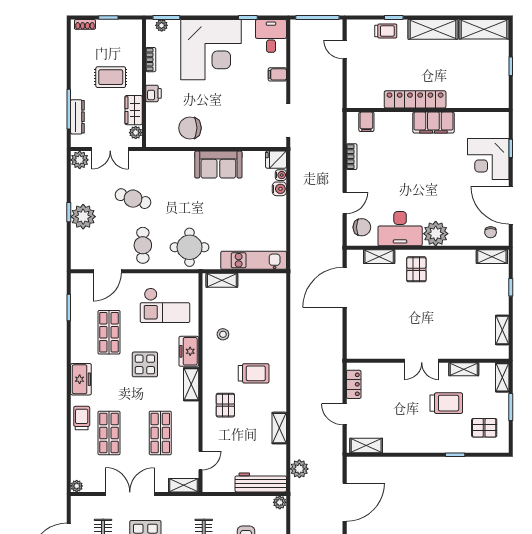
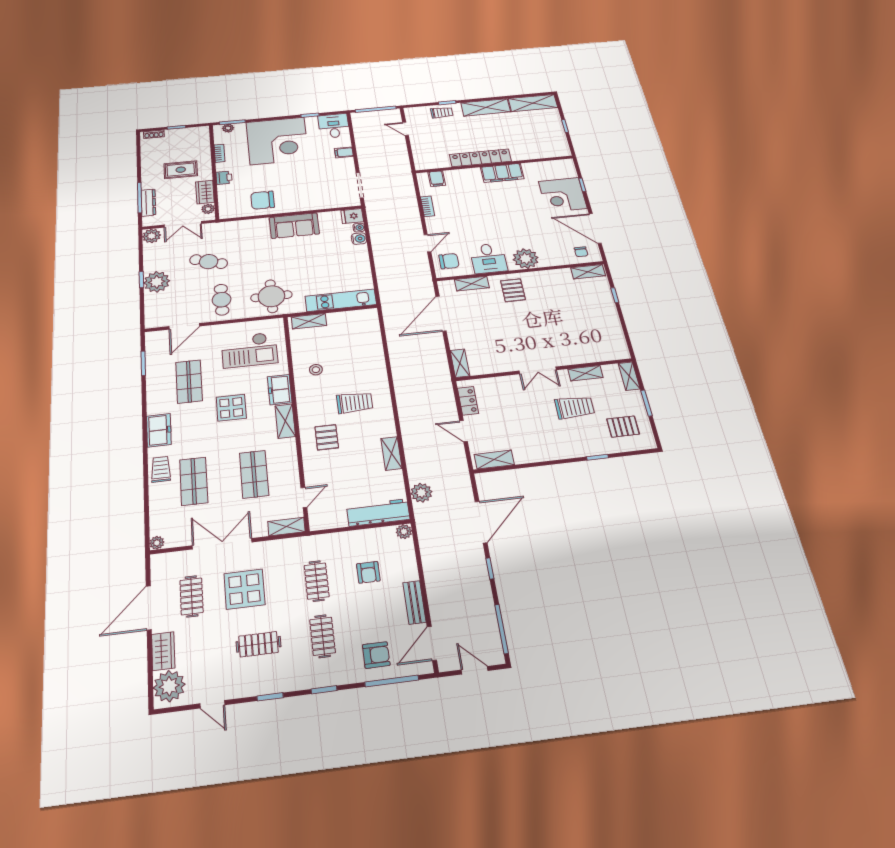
desk: (400, 229) -> (488, 258), width x0.73
shelving: (502, 330) -> (460, 363), moved

